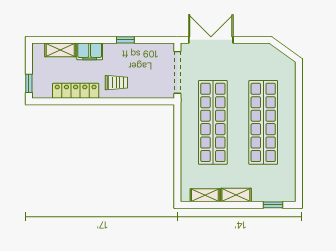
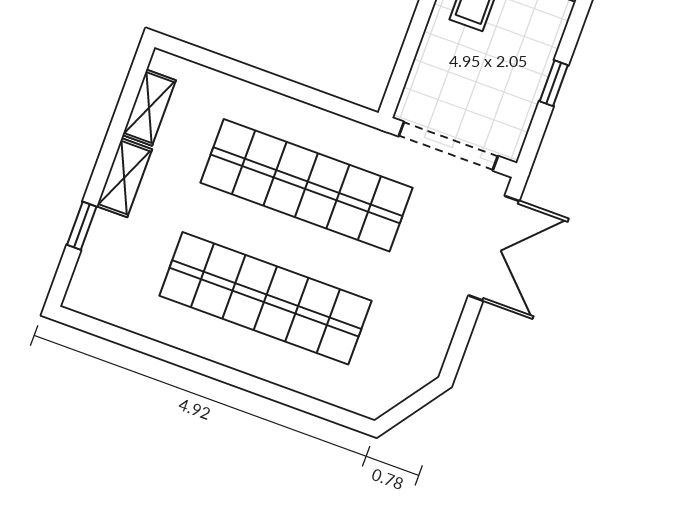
window: (125, 40) -> (554, 83), moved
window: (273, 205) -> (82, 226), moved

